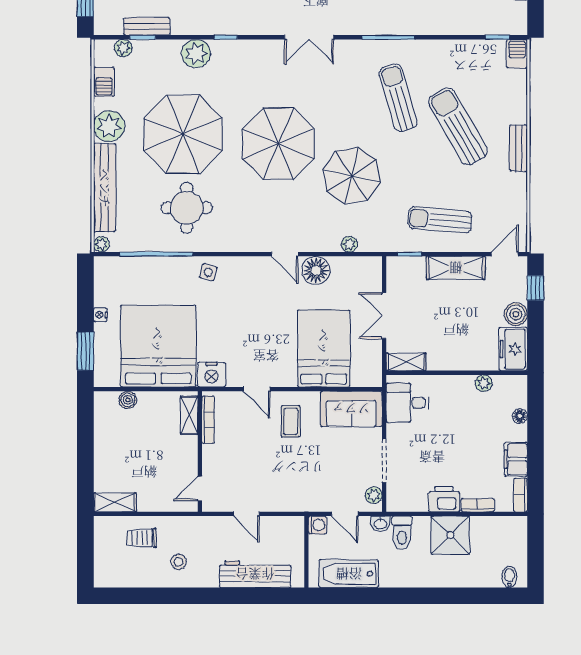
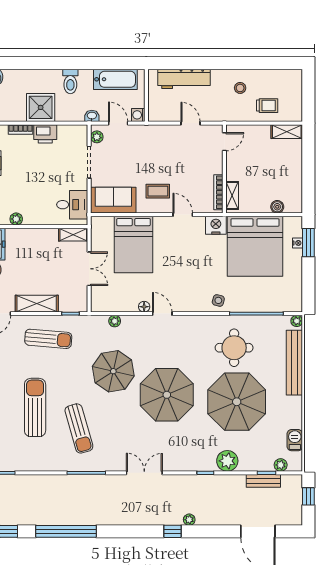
plant: (109, 126) -> (291, 408), removed
sun lounger: (458, 126) -> (35, 407), turned -150
floor lamp: (316, 270) -> (144, 307), width x0.53, depth x0.53
nightstand: (100, 315) -> (298, 243), moved
coffee table: (291, 421) -> (158, 191), turned 90
toilet: (402, 533) -> (70, 81), moved, turned 180

